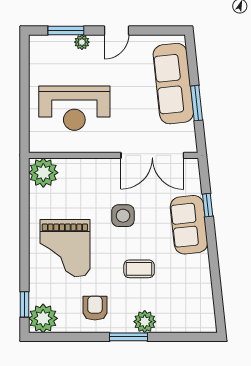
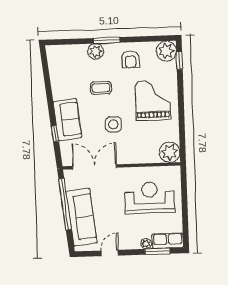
door: (117, 30) -> (110, 253), moved
row of seats: (51, 45) -> (168, 241), added
window: (197, 103) -> (65, 204), width x2.11

